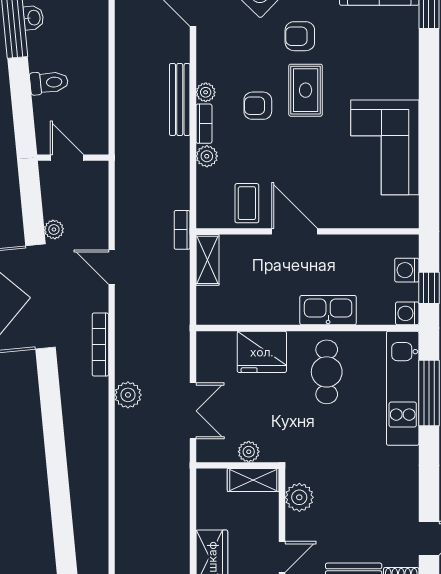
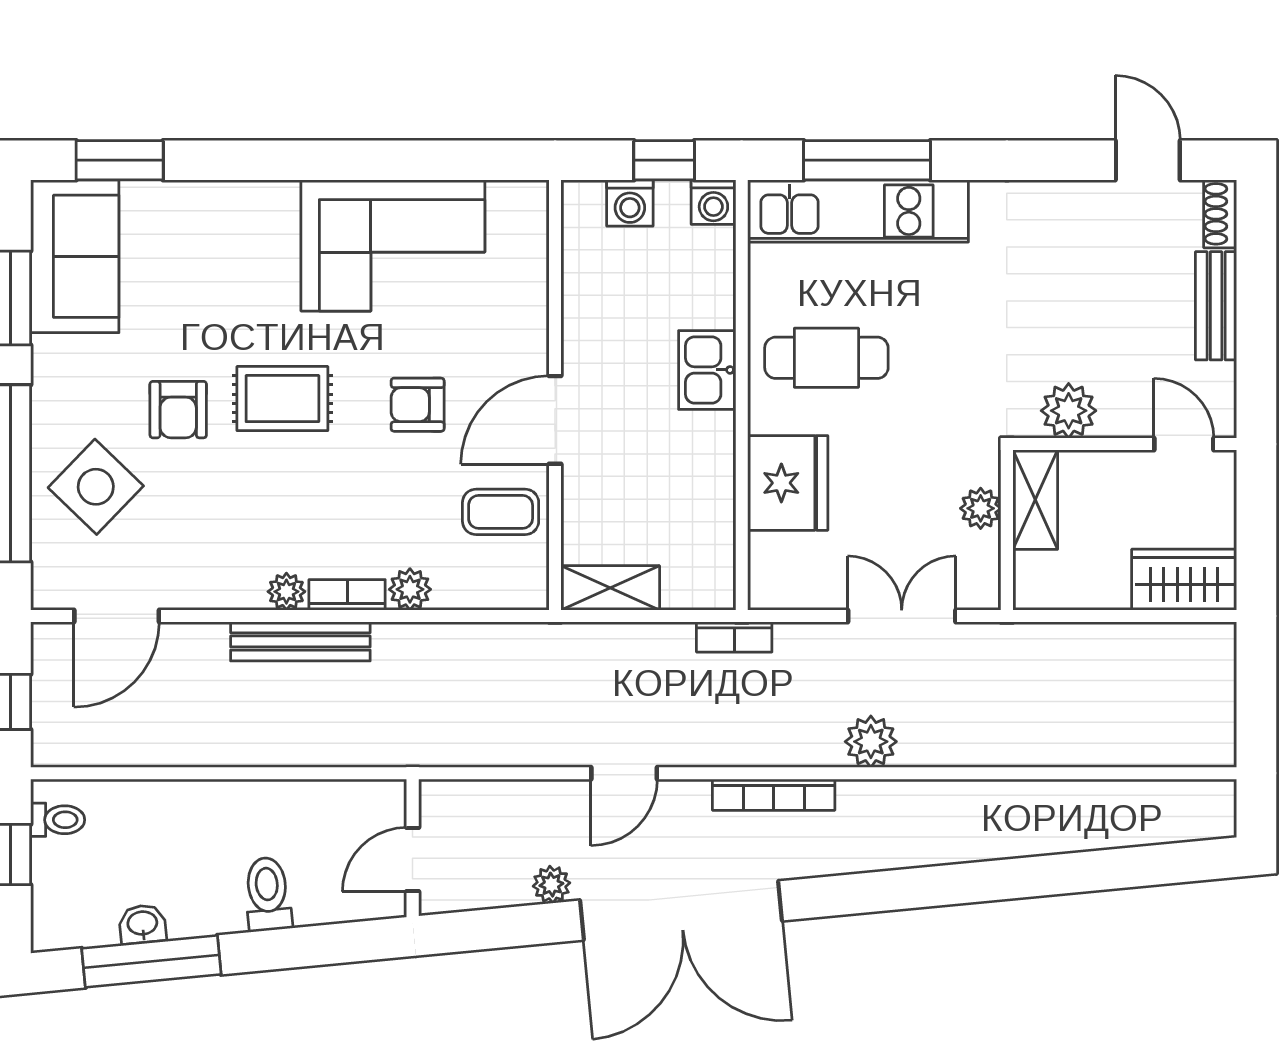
armchair: (258, 106) -> (418, 405), moved, turned 90
bookcase: (182, 230) -> (734, 637), moved
kitchen sink: (328, 310) -> (707, 370), width x0.73

